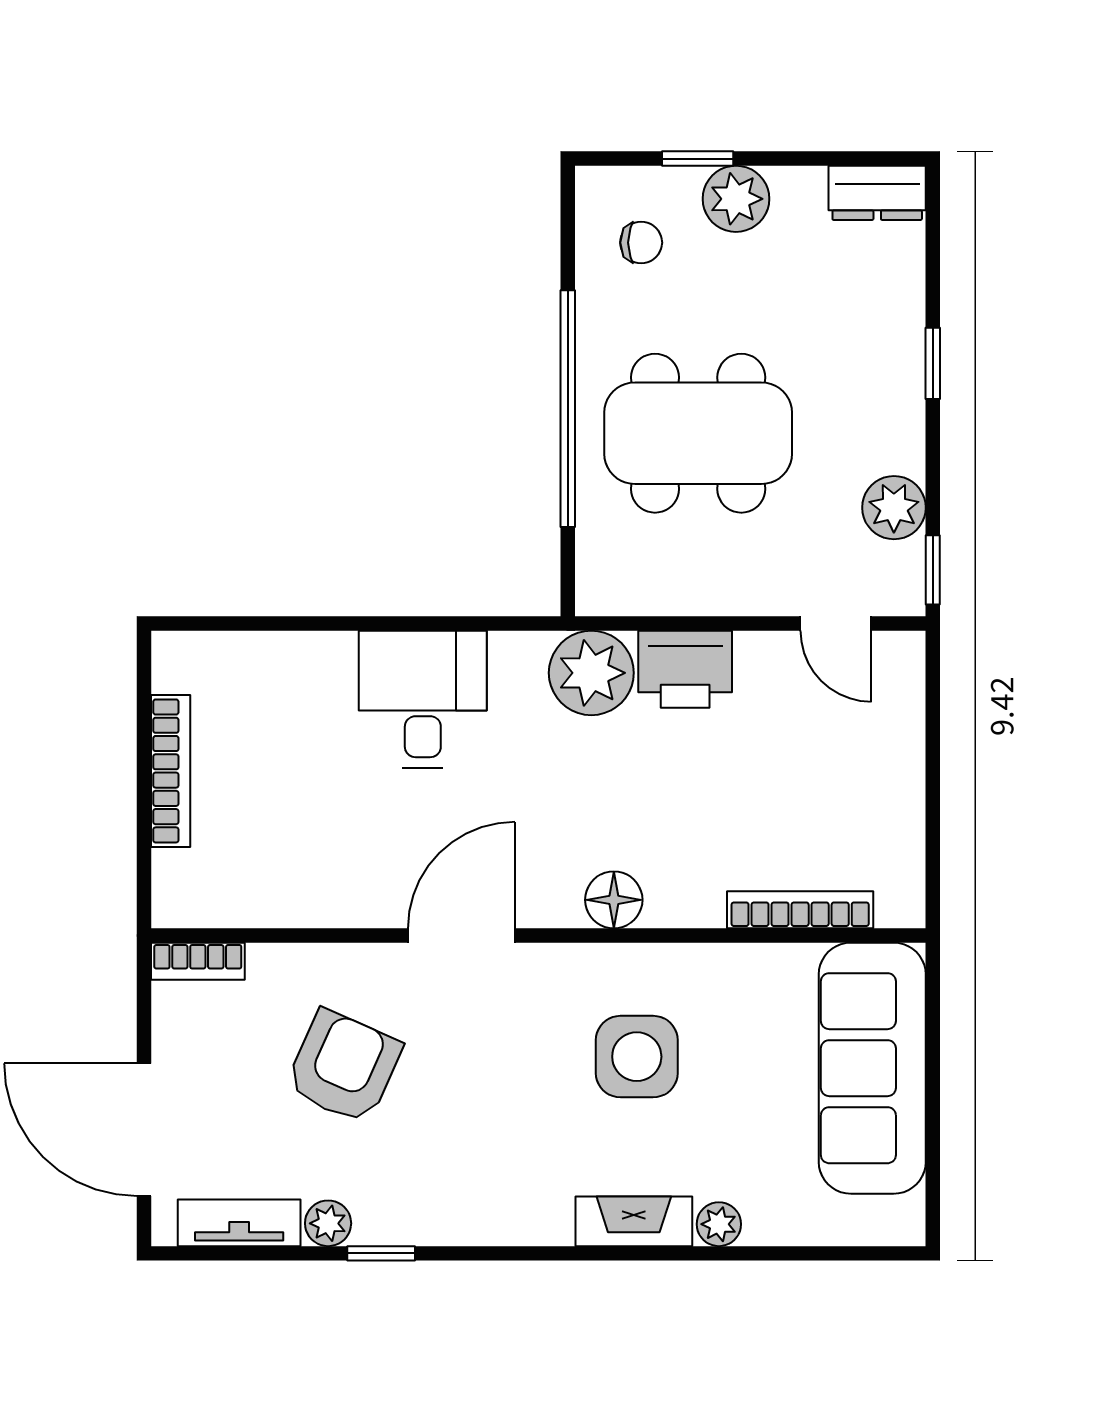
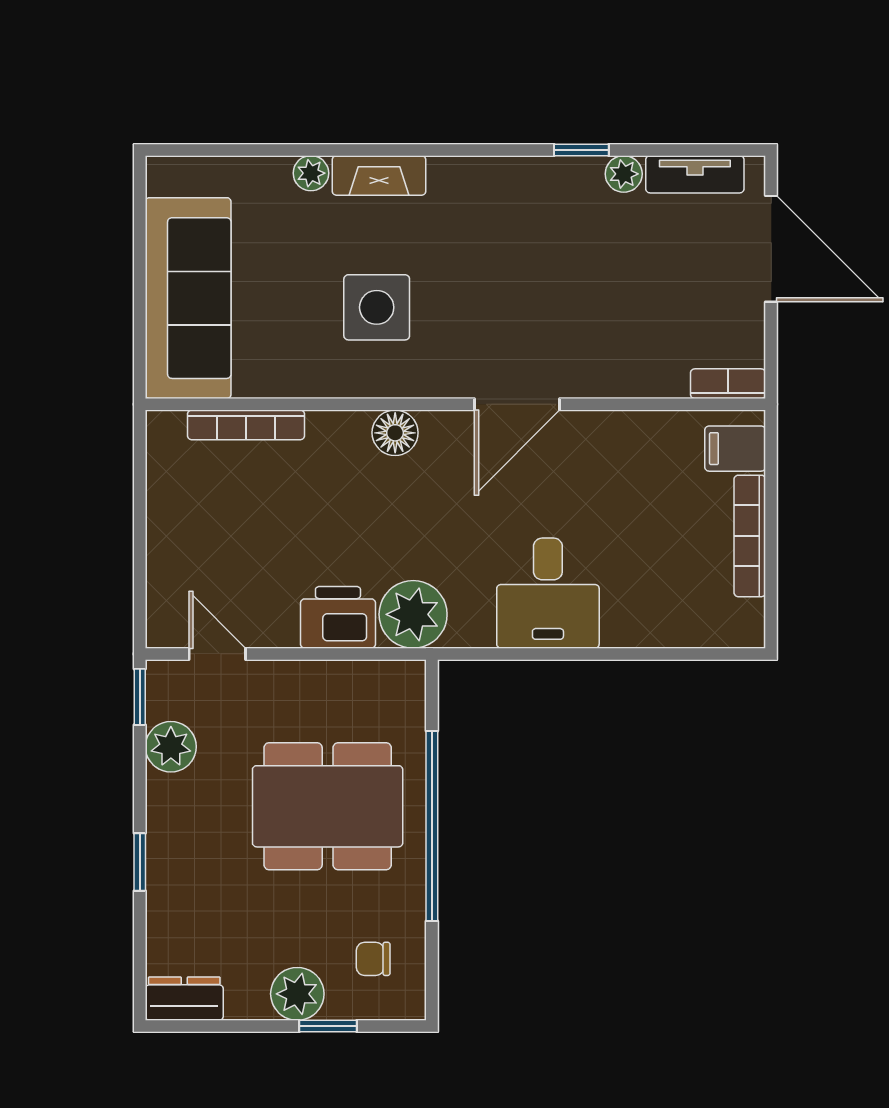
filing cabinet: (189, 880) -> (735, 449), added
armchair: (344, 1067) -> (611, 299), removed

